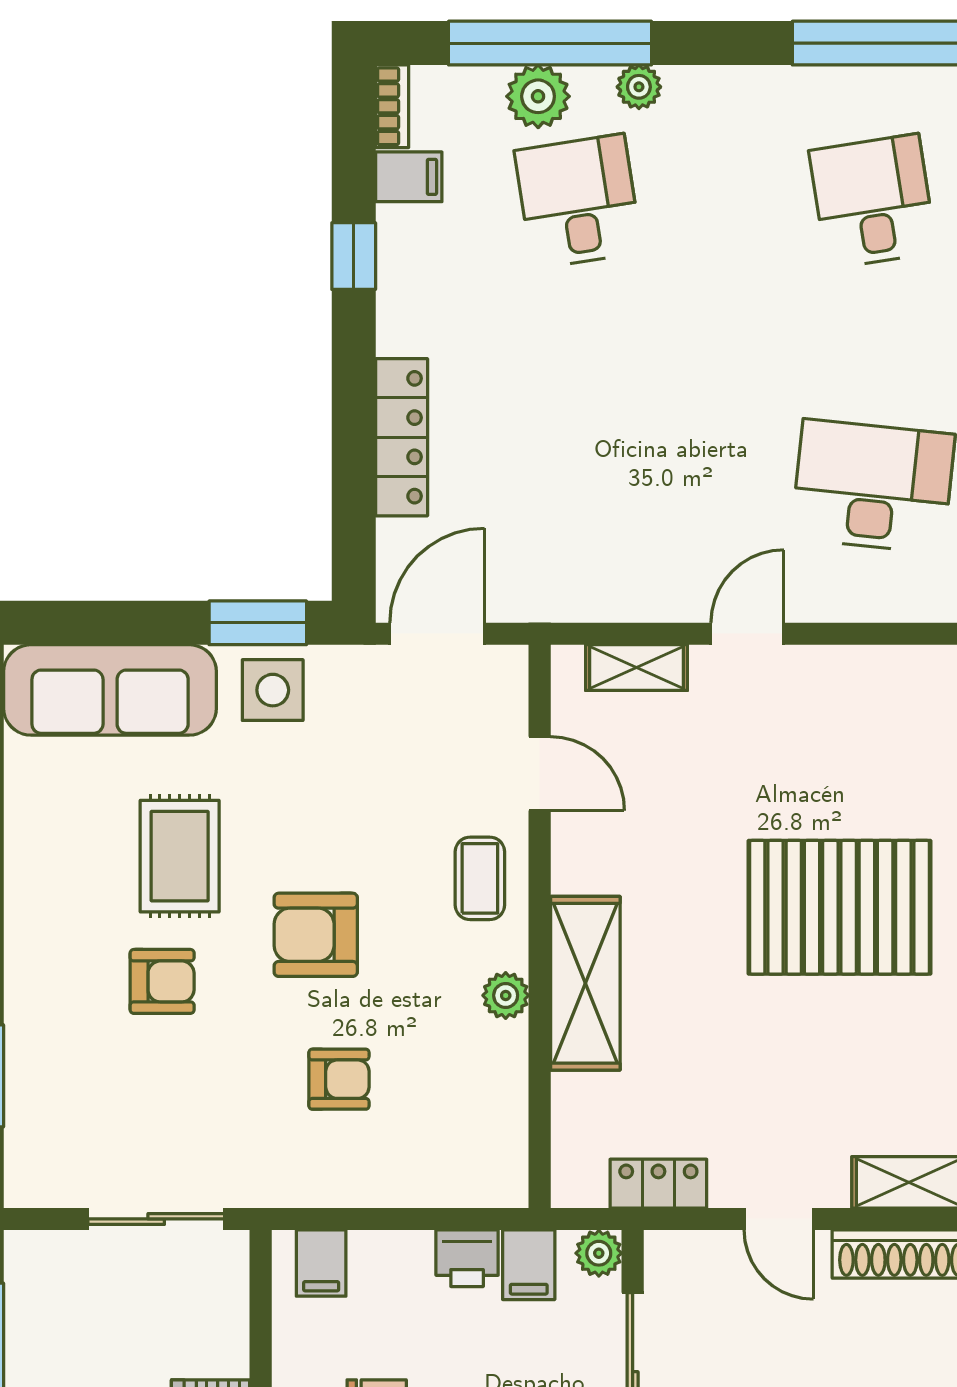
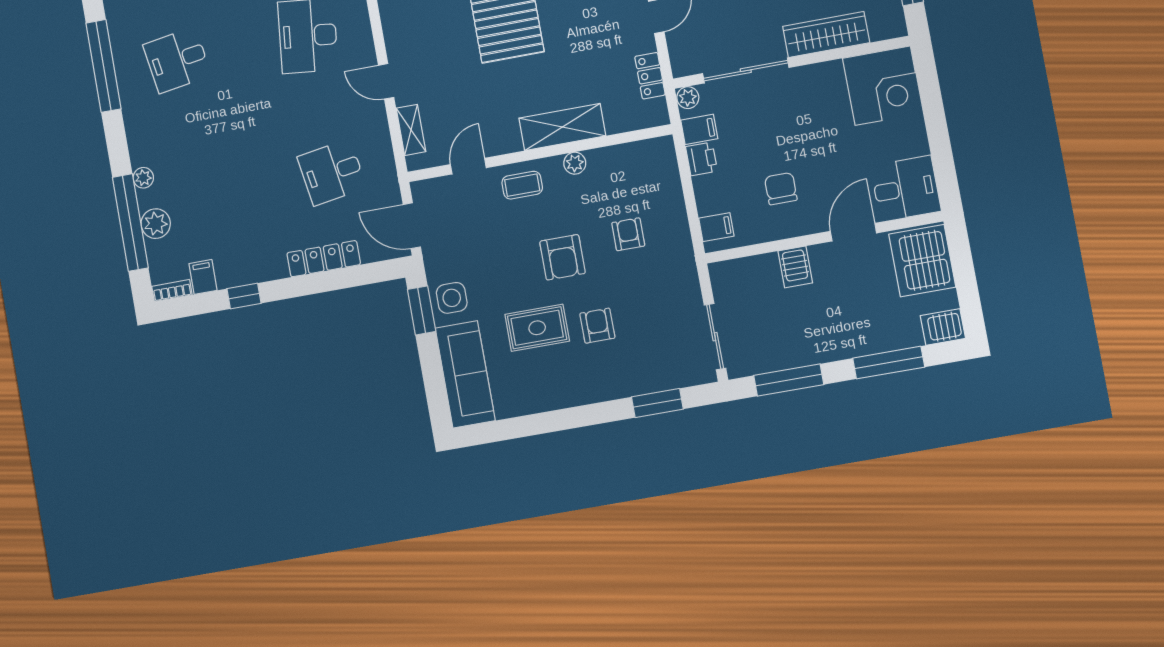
desk: (578, 201) -> (332, 172), moved
sliding door: (156, 1219) -> (715, 337), moved

